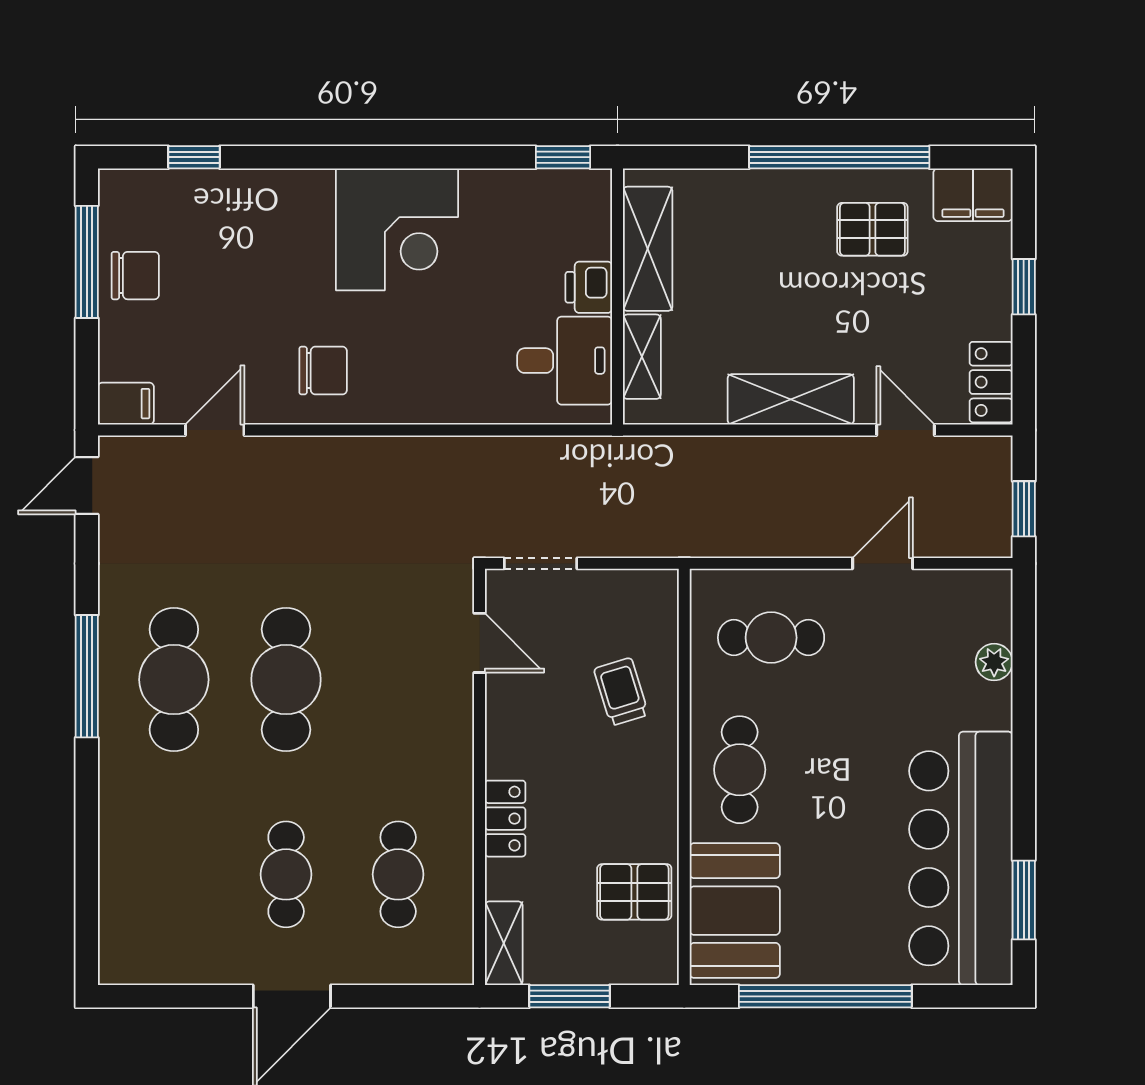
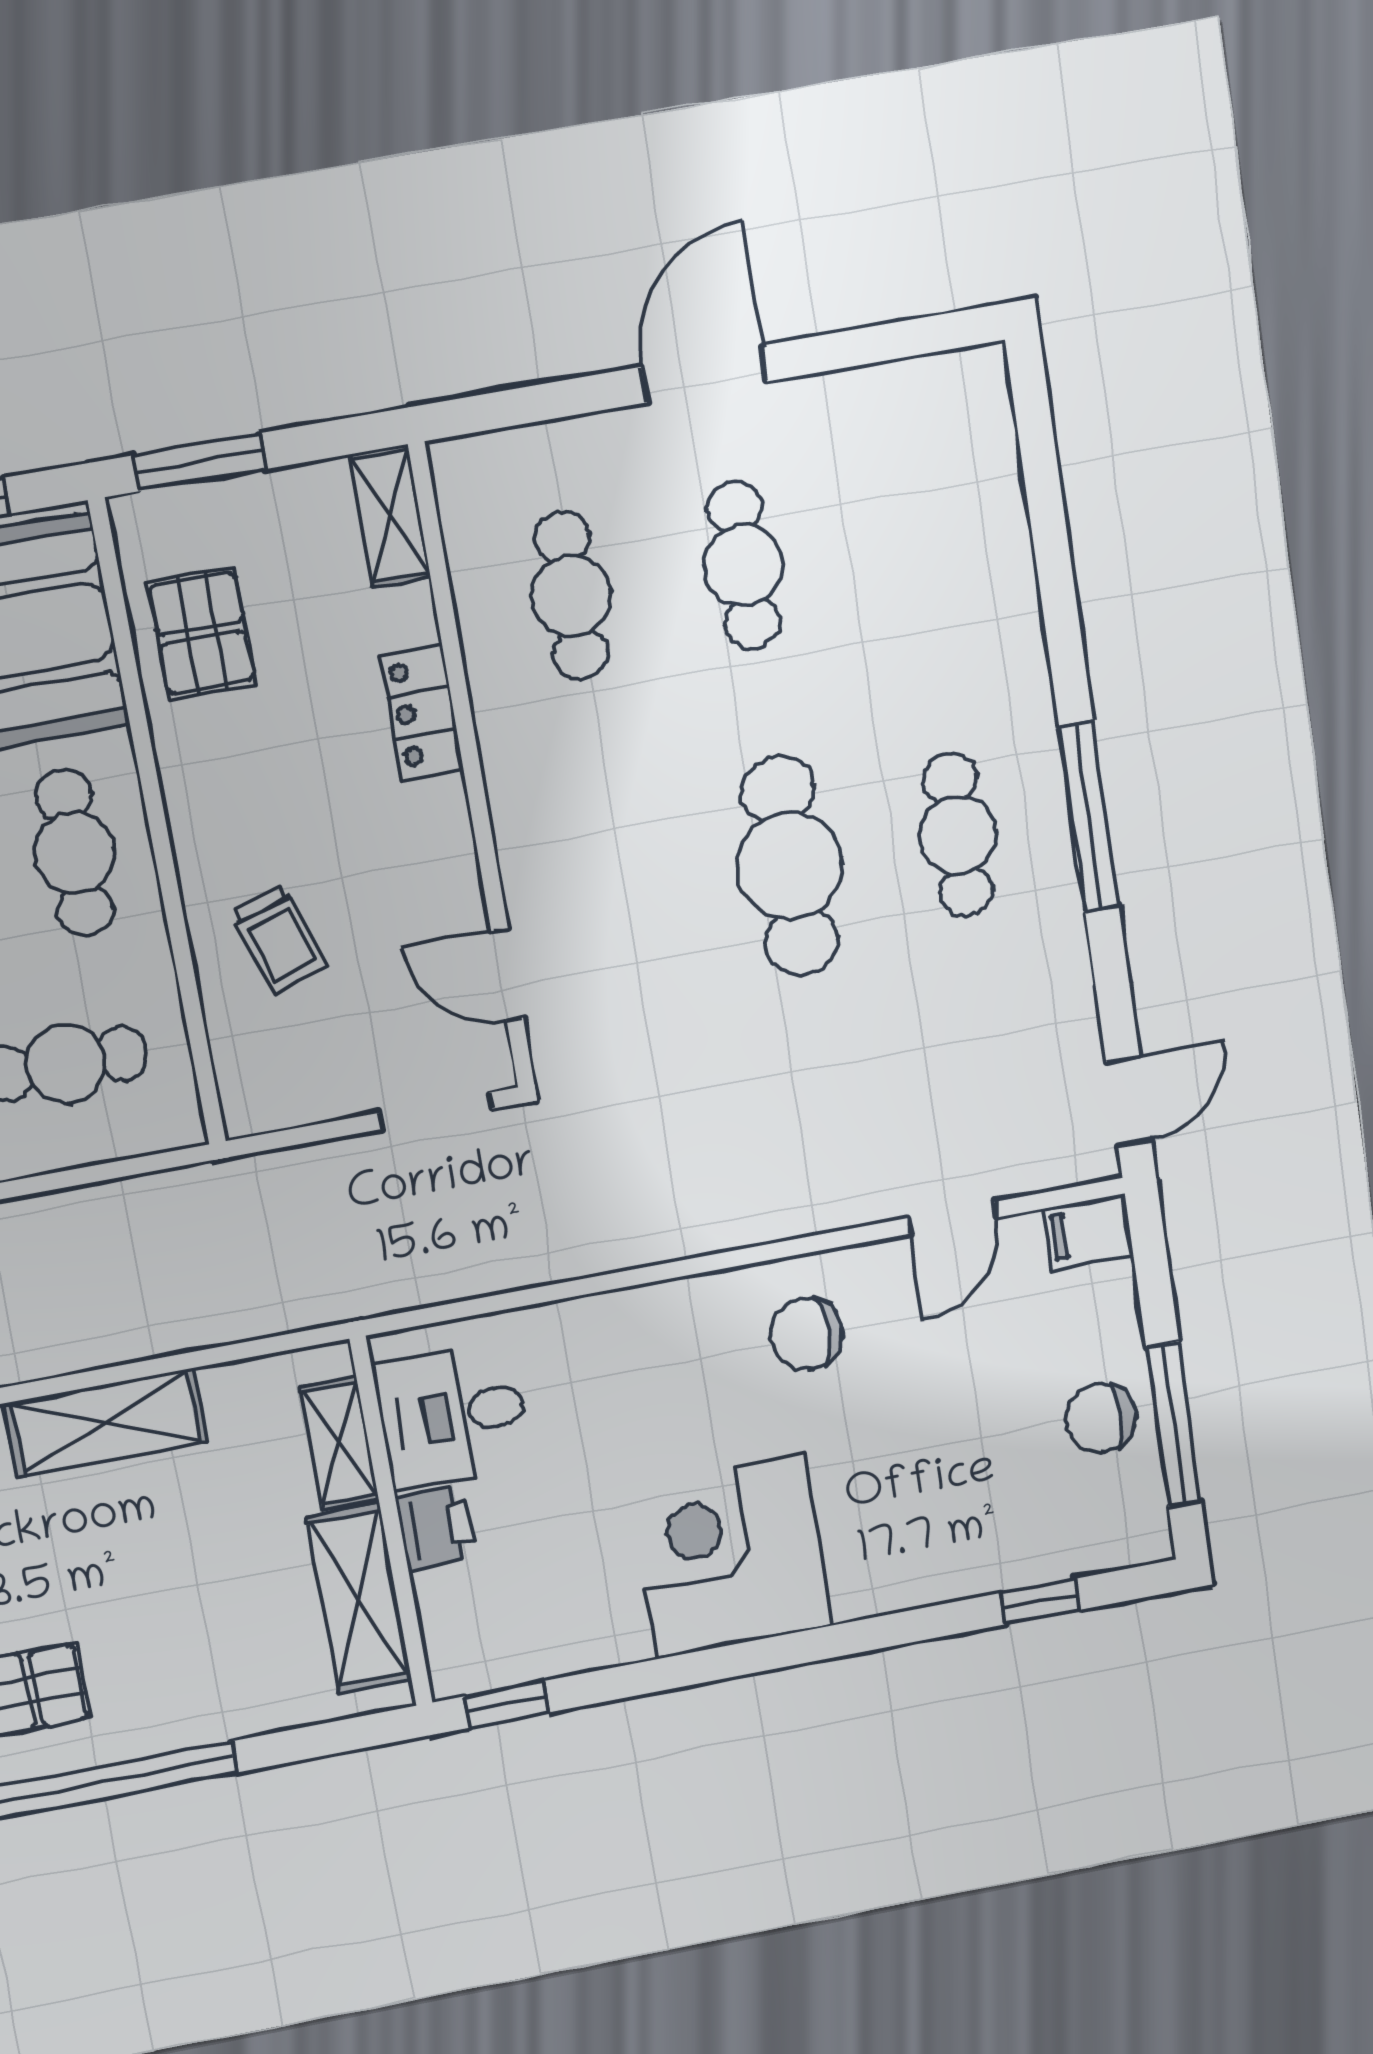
cafe table: (174, 680) -> (958, 835), width x0.73, depth x0.74
pallet: (634, 892) -> (202, 633), turned 90
window: (570, 996) -> (199, 462), moved

